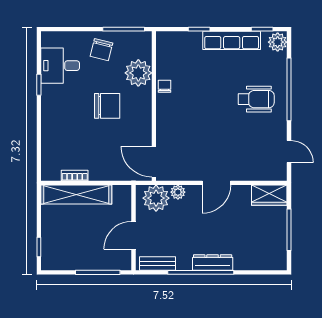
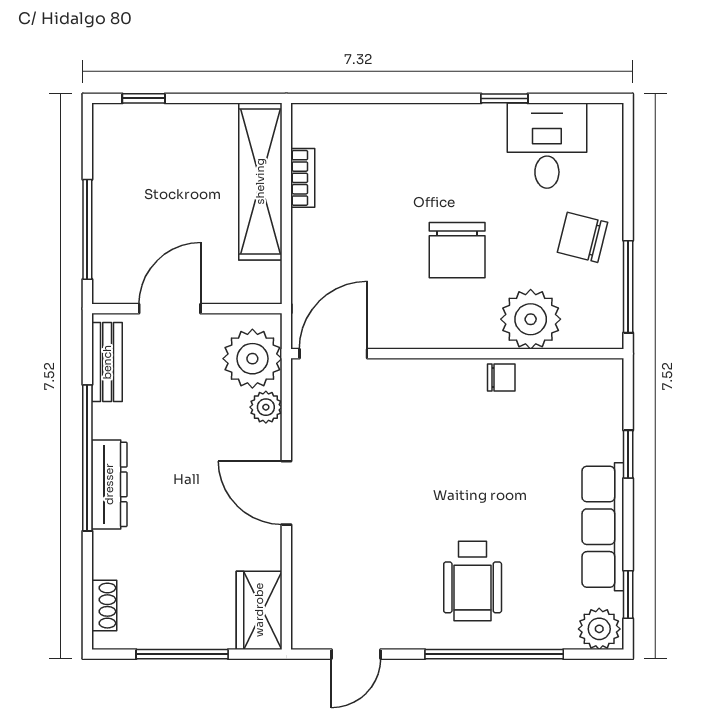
door: (134, 235) -> (170, 309), hinge flipped
shoe rack: (267, 265) -> (104, 606), added

